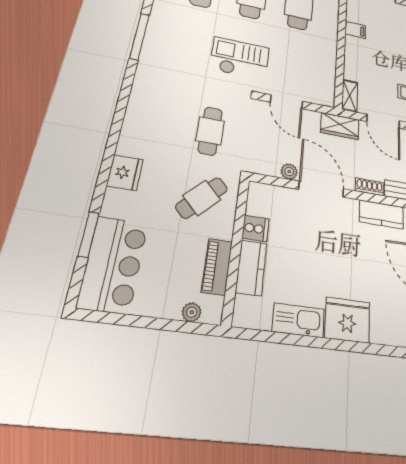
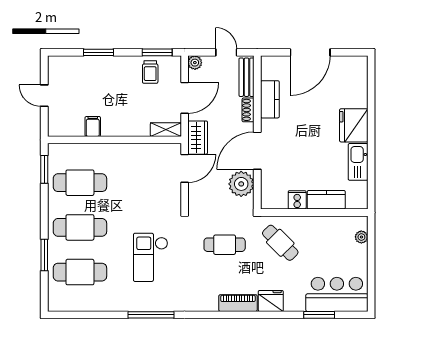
checkout: (240, 58) -> (151, 257), moved
door: (287, 102) -> (185, 168), moved
plant: (289, 172) -> (241, 184), width x1.87, depth x1.87
piano: (217, 267) -> (238, 303), moved, turned 180

